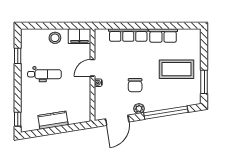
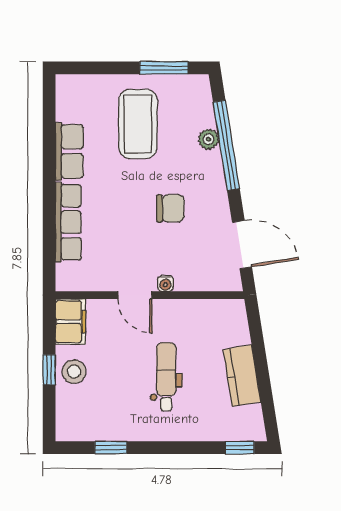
window: (56, 26) -> (49, 370), added
dental chair: (44, 74) -> (166, 377), moved
plant: (139, 109) -> (208, 139), moved

